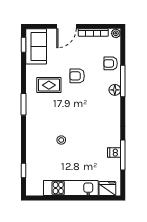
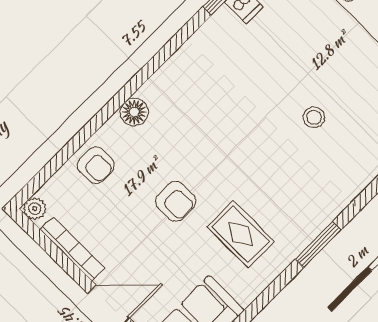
window: (123, 81) -> (105, 114), removed

